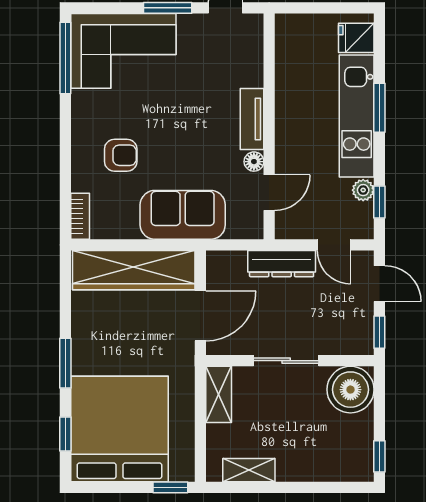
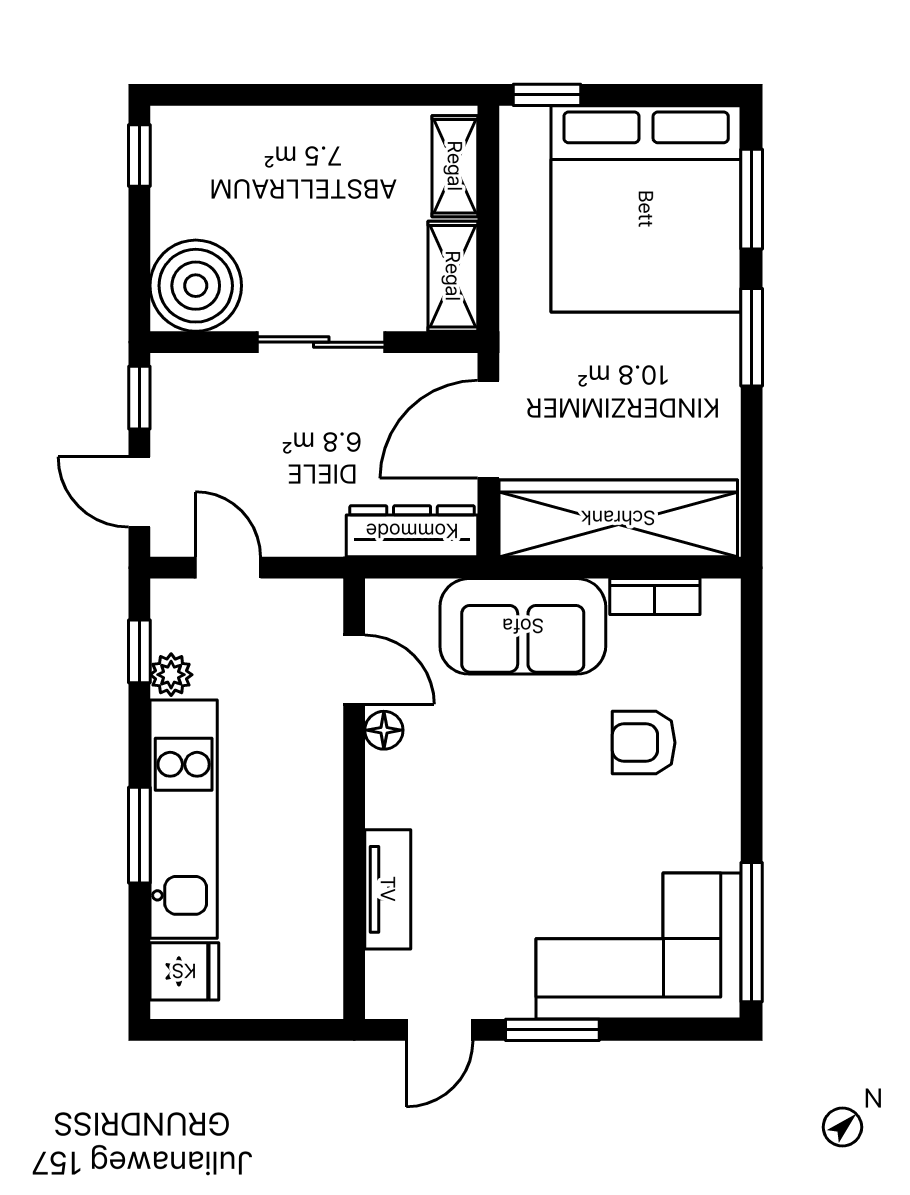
tv unit: (252, 119) -> (388, 889), moved
door: (269, 193) -> (354, 670), swing flipped
bookcase: (80, 216) -> (655, 596), moved, turned -90
dresser: (282, 264) -> (412, 531), moved
window: (65, 434) -> (752, 199), width x1.50
shelving: (249, 470) -> (455, 166), moved, turned 90

